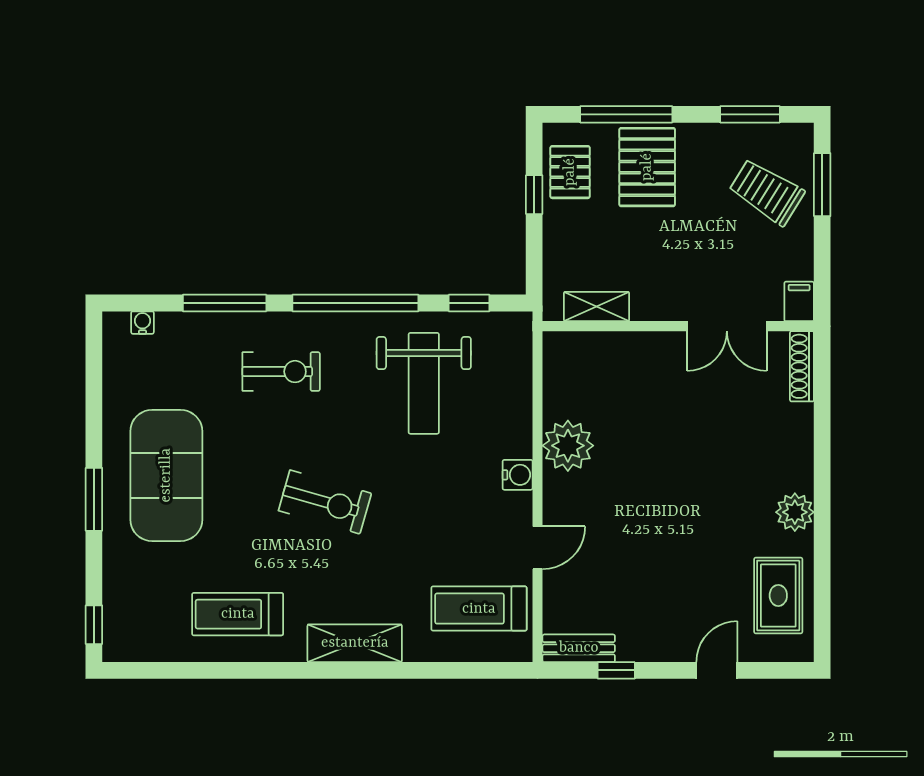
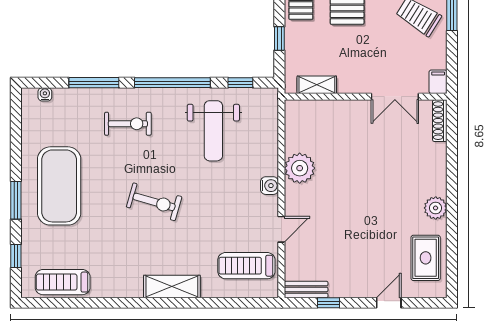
window: (534, 195) -> (279, 38), moved
treadmill: (238, 614) -> (63, 282), moved
window: (94, 625) -> (16, 256), moved

